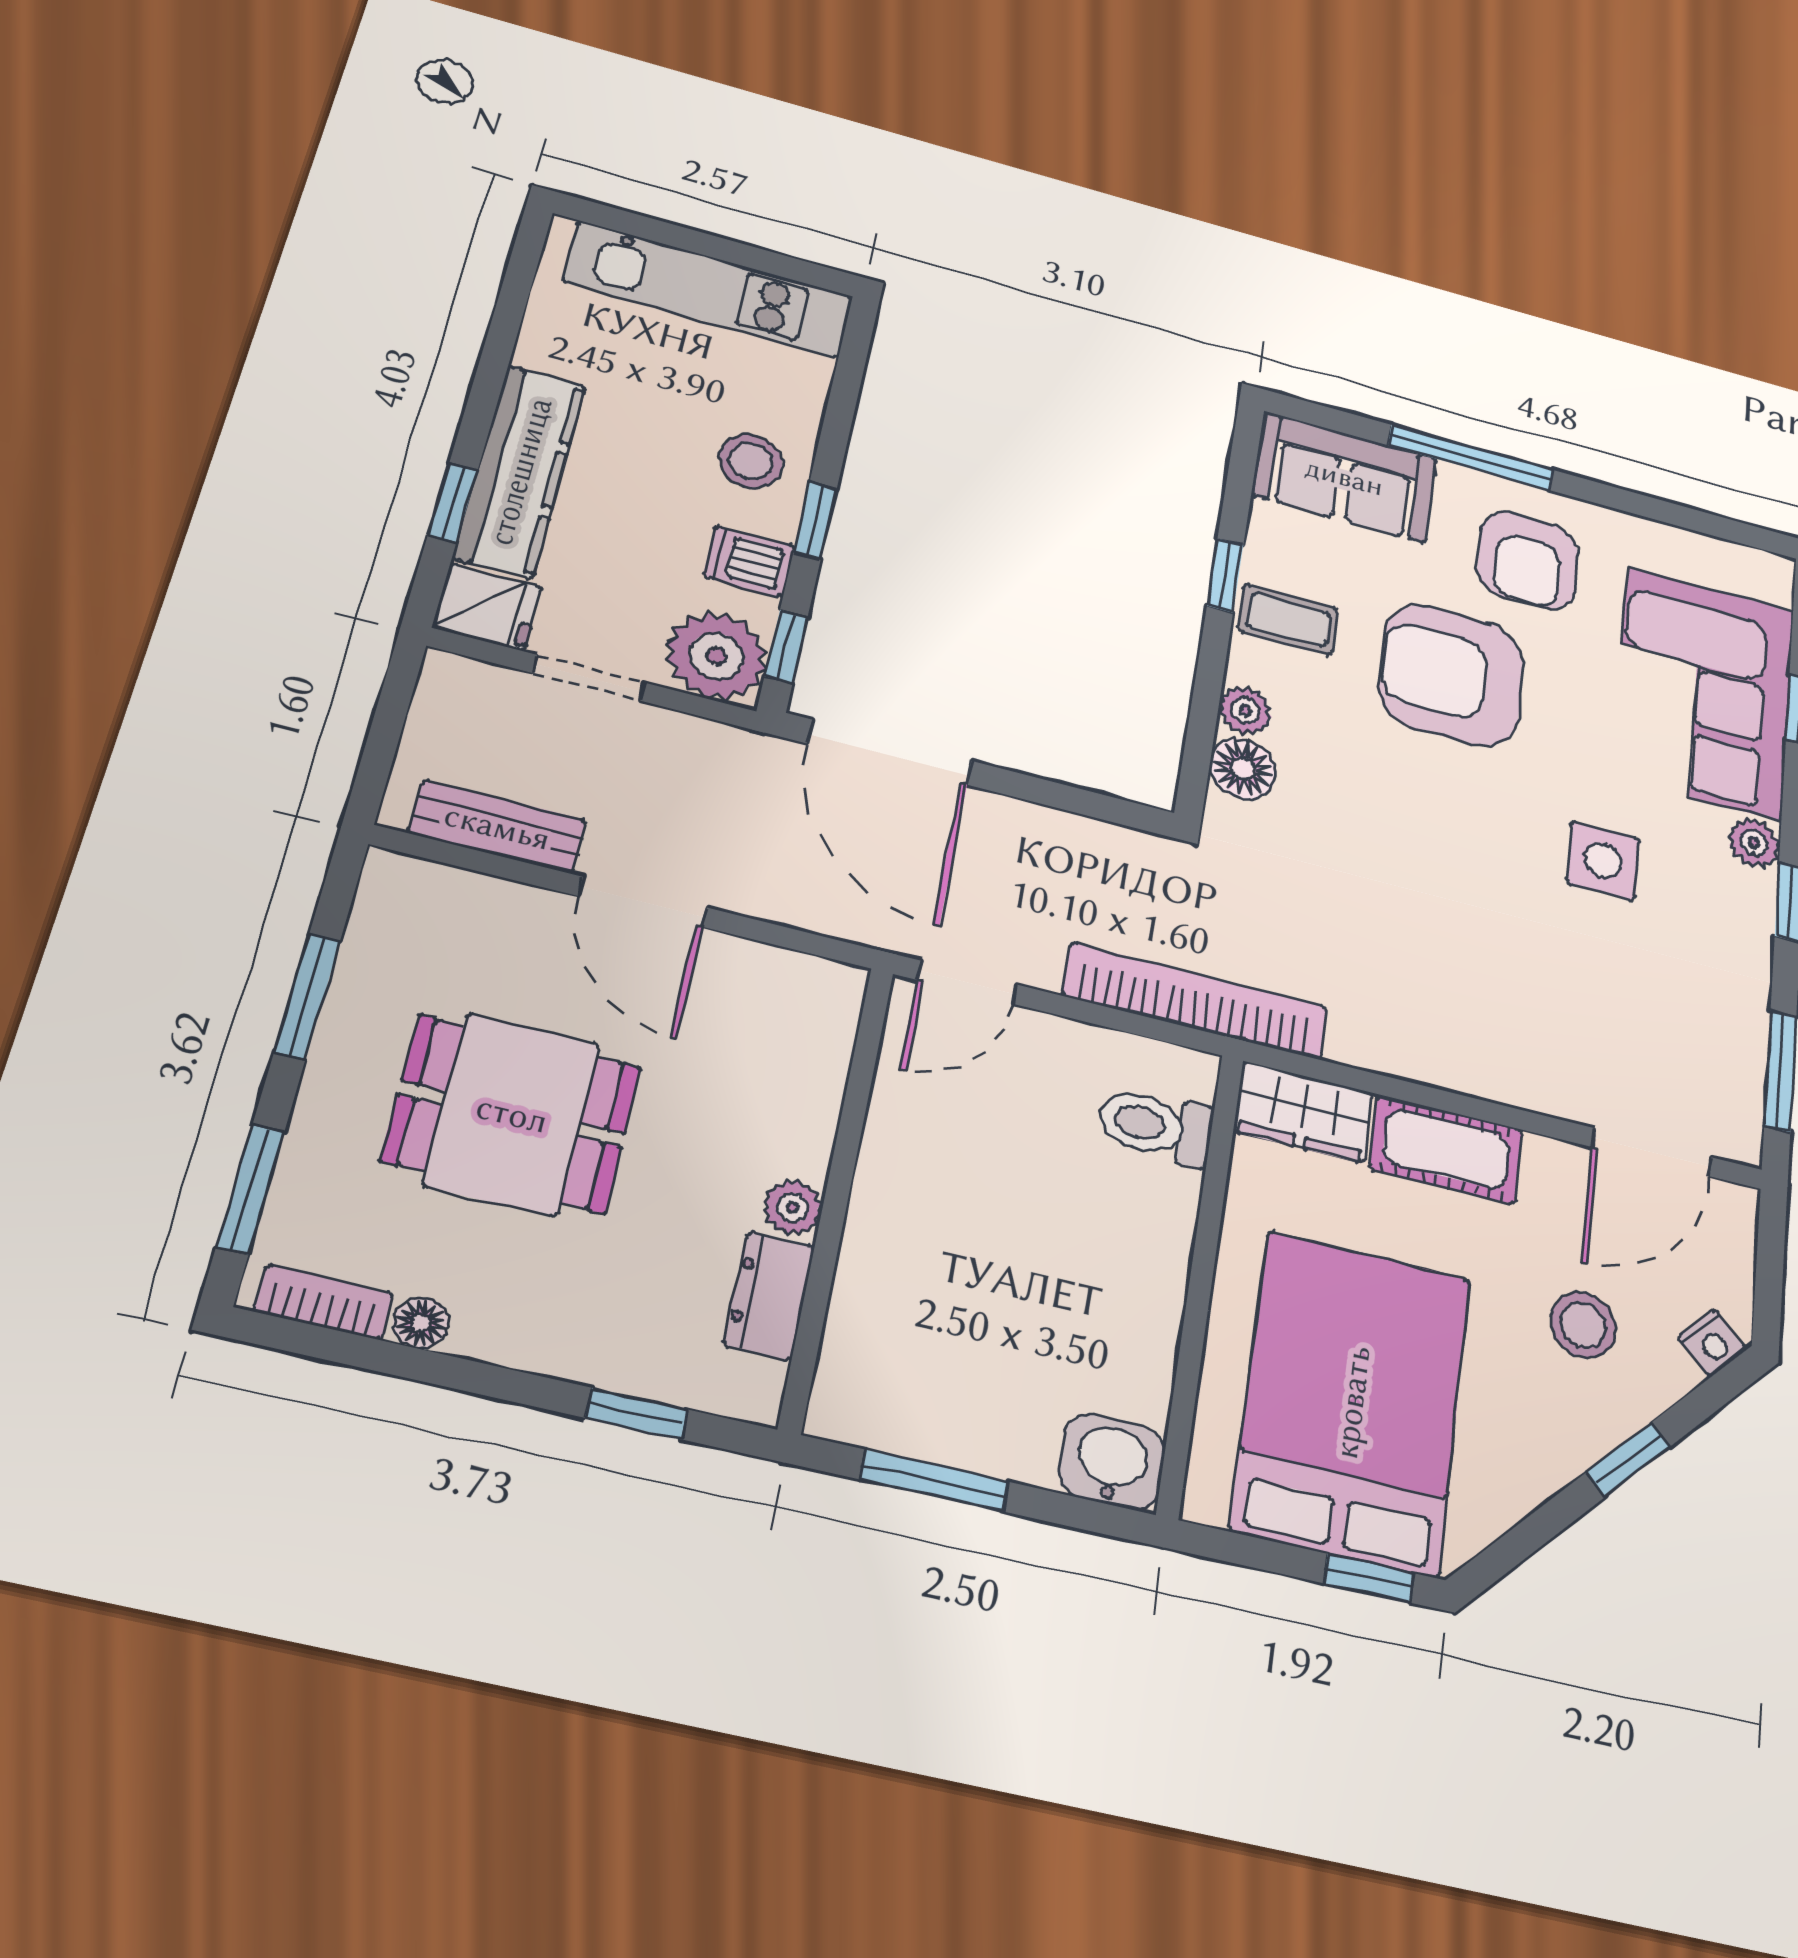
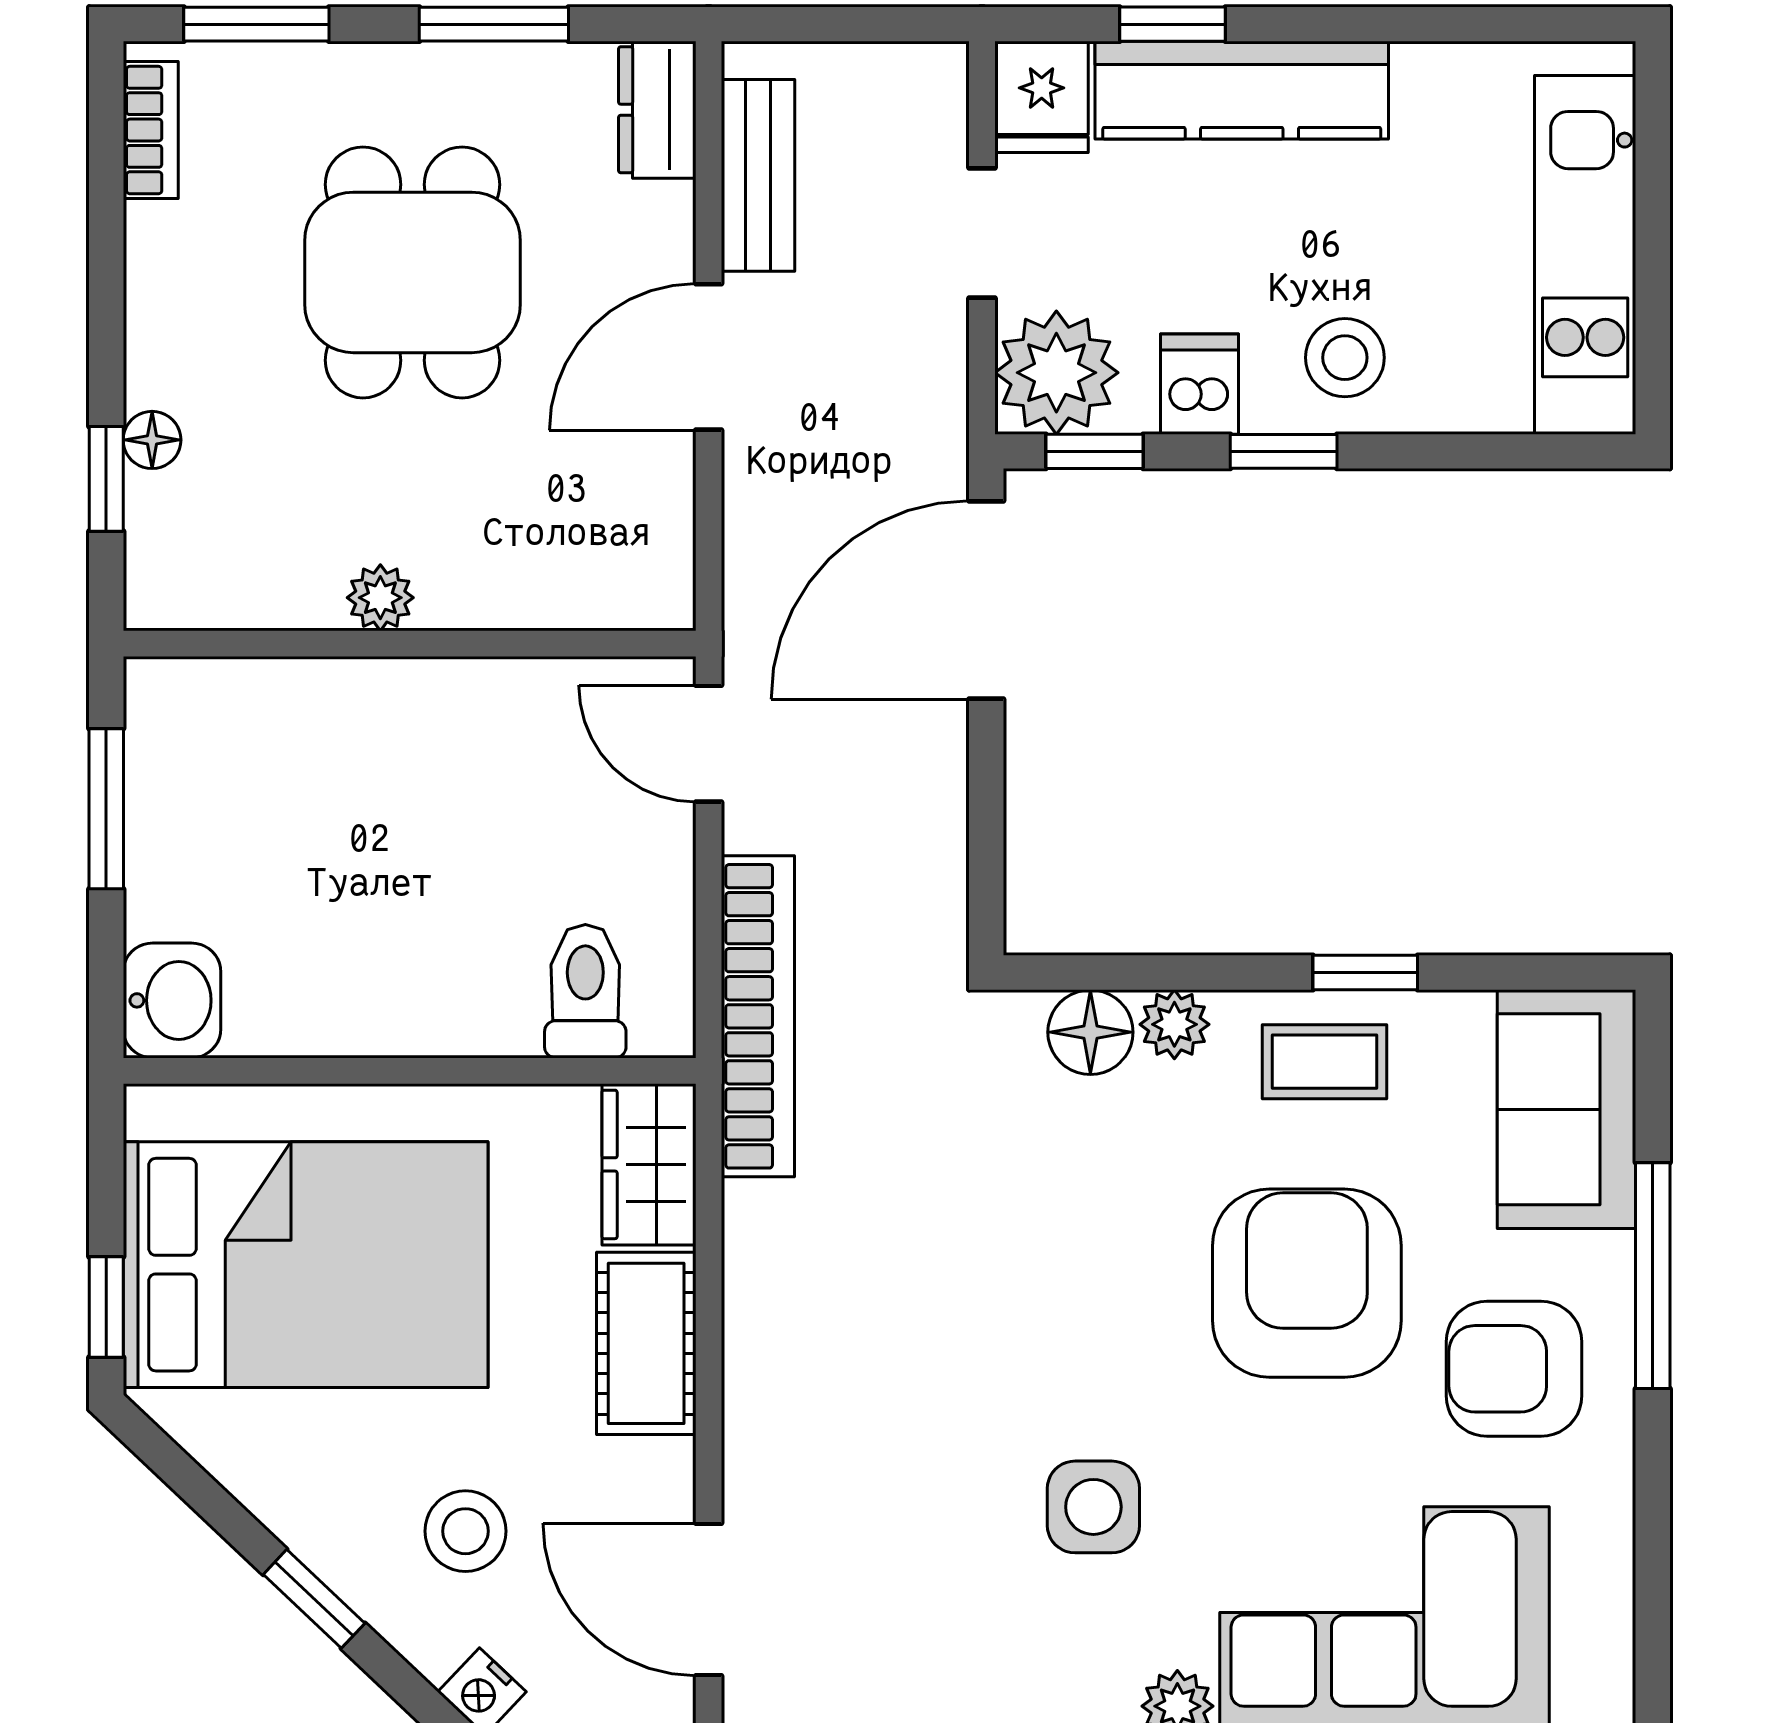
coffee table: (1288, 619) -> (1325, 1062), turned 90
dresser: (769, 1296) -> (657, 110), moved, turned -90
floor lamp: (421, 1323) -> (152, 440), moved

